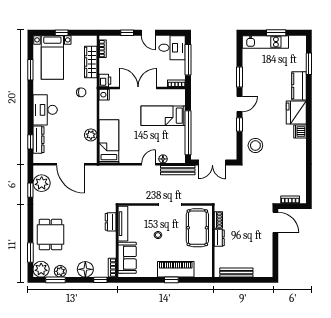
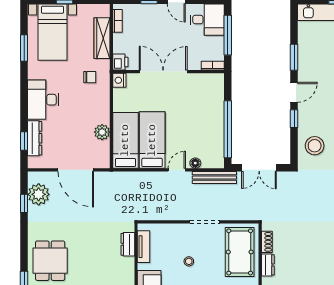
bed: (163, 116) -> (152, 140), moved, turned 90
tv unit: (123, 224) -> (144, 247), width x0.71

